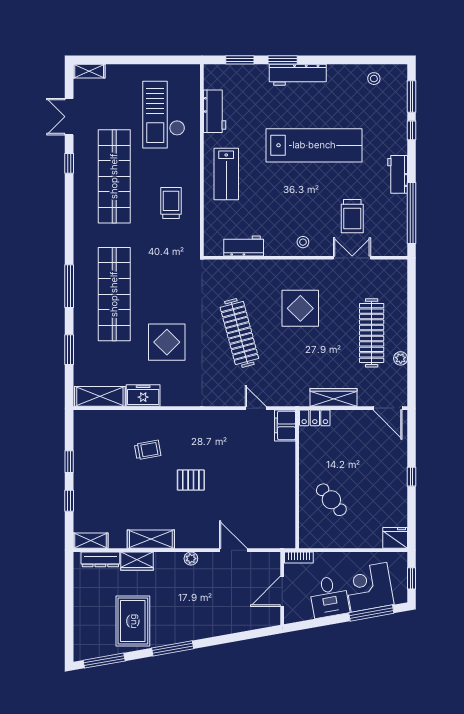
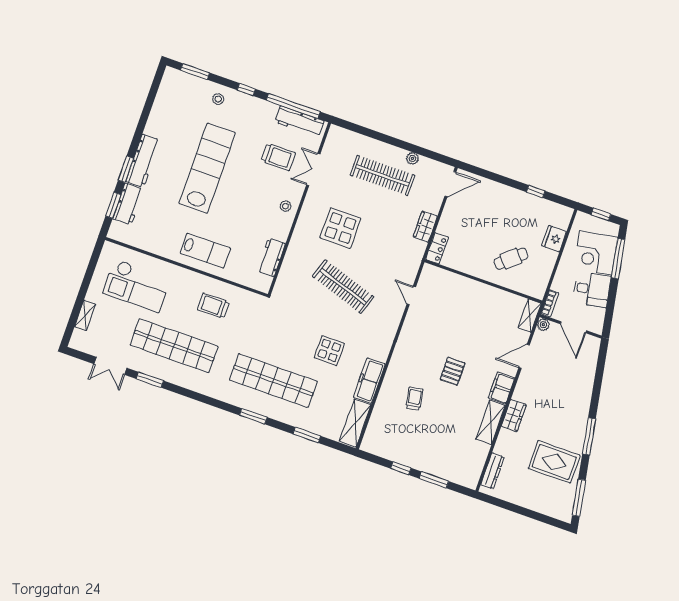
shelving: (89, 71) -> (85, 315), moved
stool: (374, 79) -> (218, 99), moved
workbench: (215, 111) -> (128, 204), moved, turned 90
window: (412, 130) -> (246, 90), moved
window: (69, 163) -> (150, 380), width x1.50
workbench: (398, 174) -> (299, 121), moved, width x1.38
window: (69, 286) -> (253, 416), width x0.69
clothes rail: (239, 333) -> (343, 287), turned 33
display table: (167, 342) -> (329, 351), width x0.73, depth x0.73
freezer: (143, 396) -> (369, 381), width x1.40
wardrobe: (333, 397) -> (425, 227), width x0.67
door: (256, 408) -> (411, 295), hinge flipped
filing cabinet: (285, 425) -> (502, 388), moved, turned 90
window: (412, 477) -> (536, 191), moved
window: (69, 501) -> (434, 480), width x1.50
fridge: (395, 538) -> (554, 239), moved
shelving: (91, 541) -> (530, 316), moved
plant: (191, 559) -> (543, 325), moved
wardrobe: (137, 561) -> (514, 416), moved

